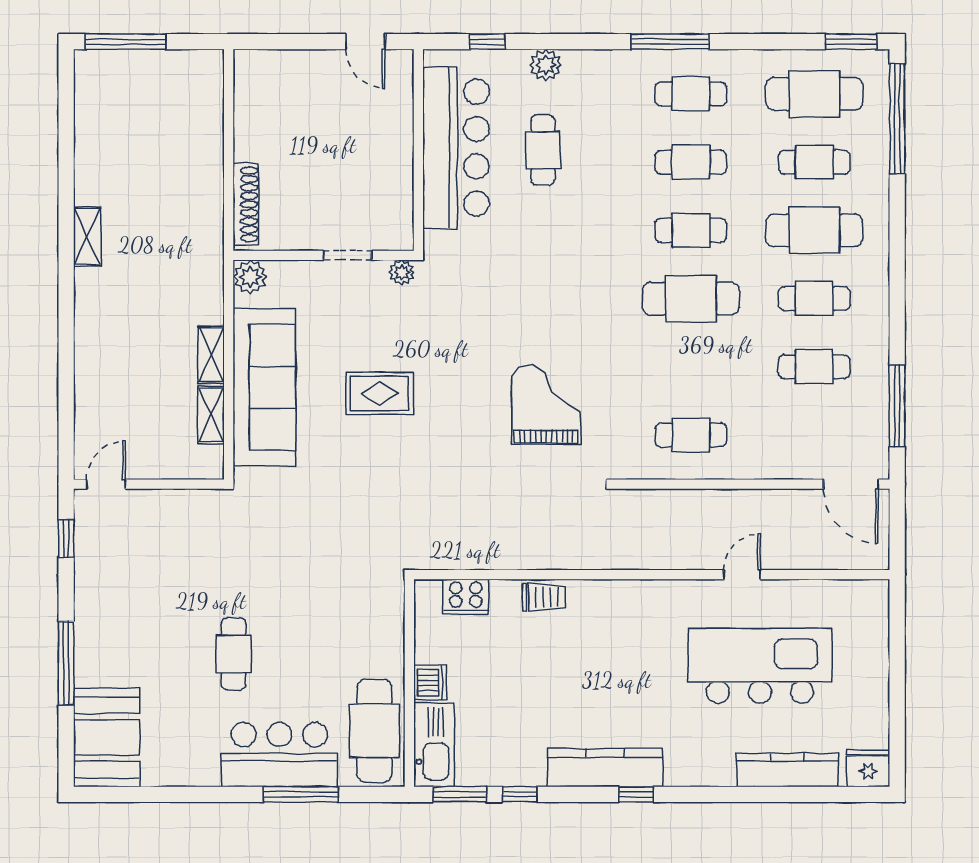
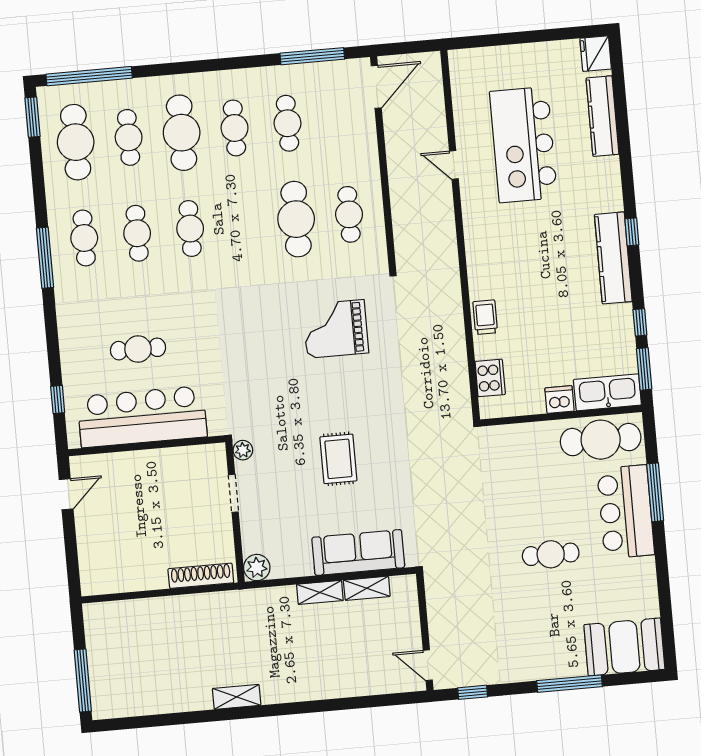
plant: (546, 65) -> (72, 353), removed
cafe table: (691, 299) -> (296, 219), moved
sofa: (264, 387) -> (358, 552), width x0.74, depth x0.79

